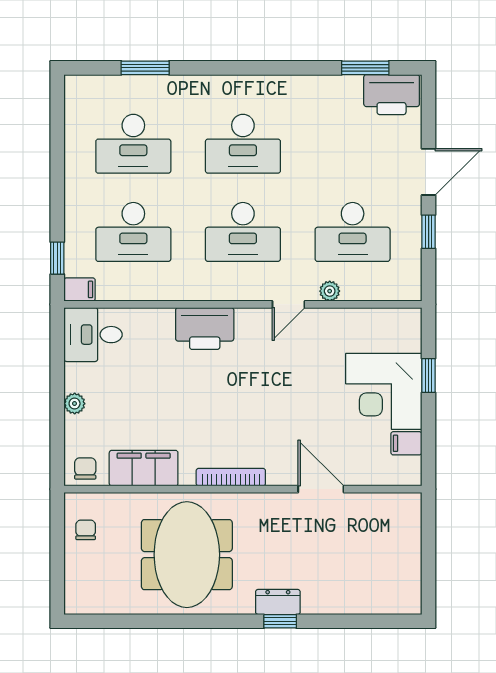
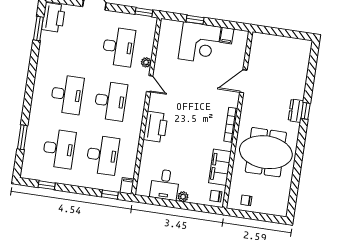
window: (57, 130) -> (47, 185), added
window: (429, 232) -> (144, 12), moved
desk: (93, 335) -> (165, 185), moved

